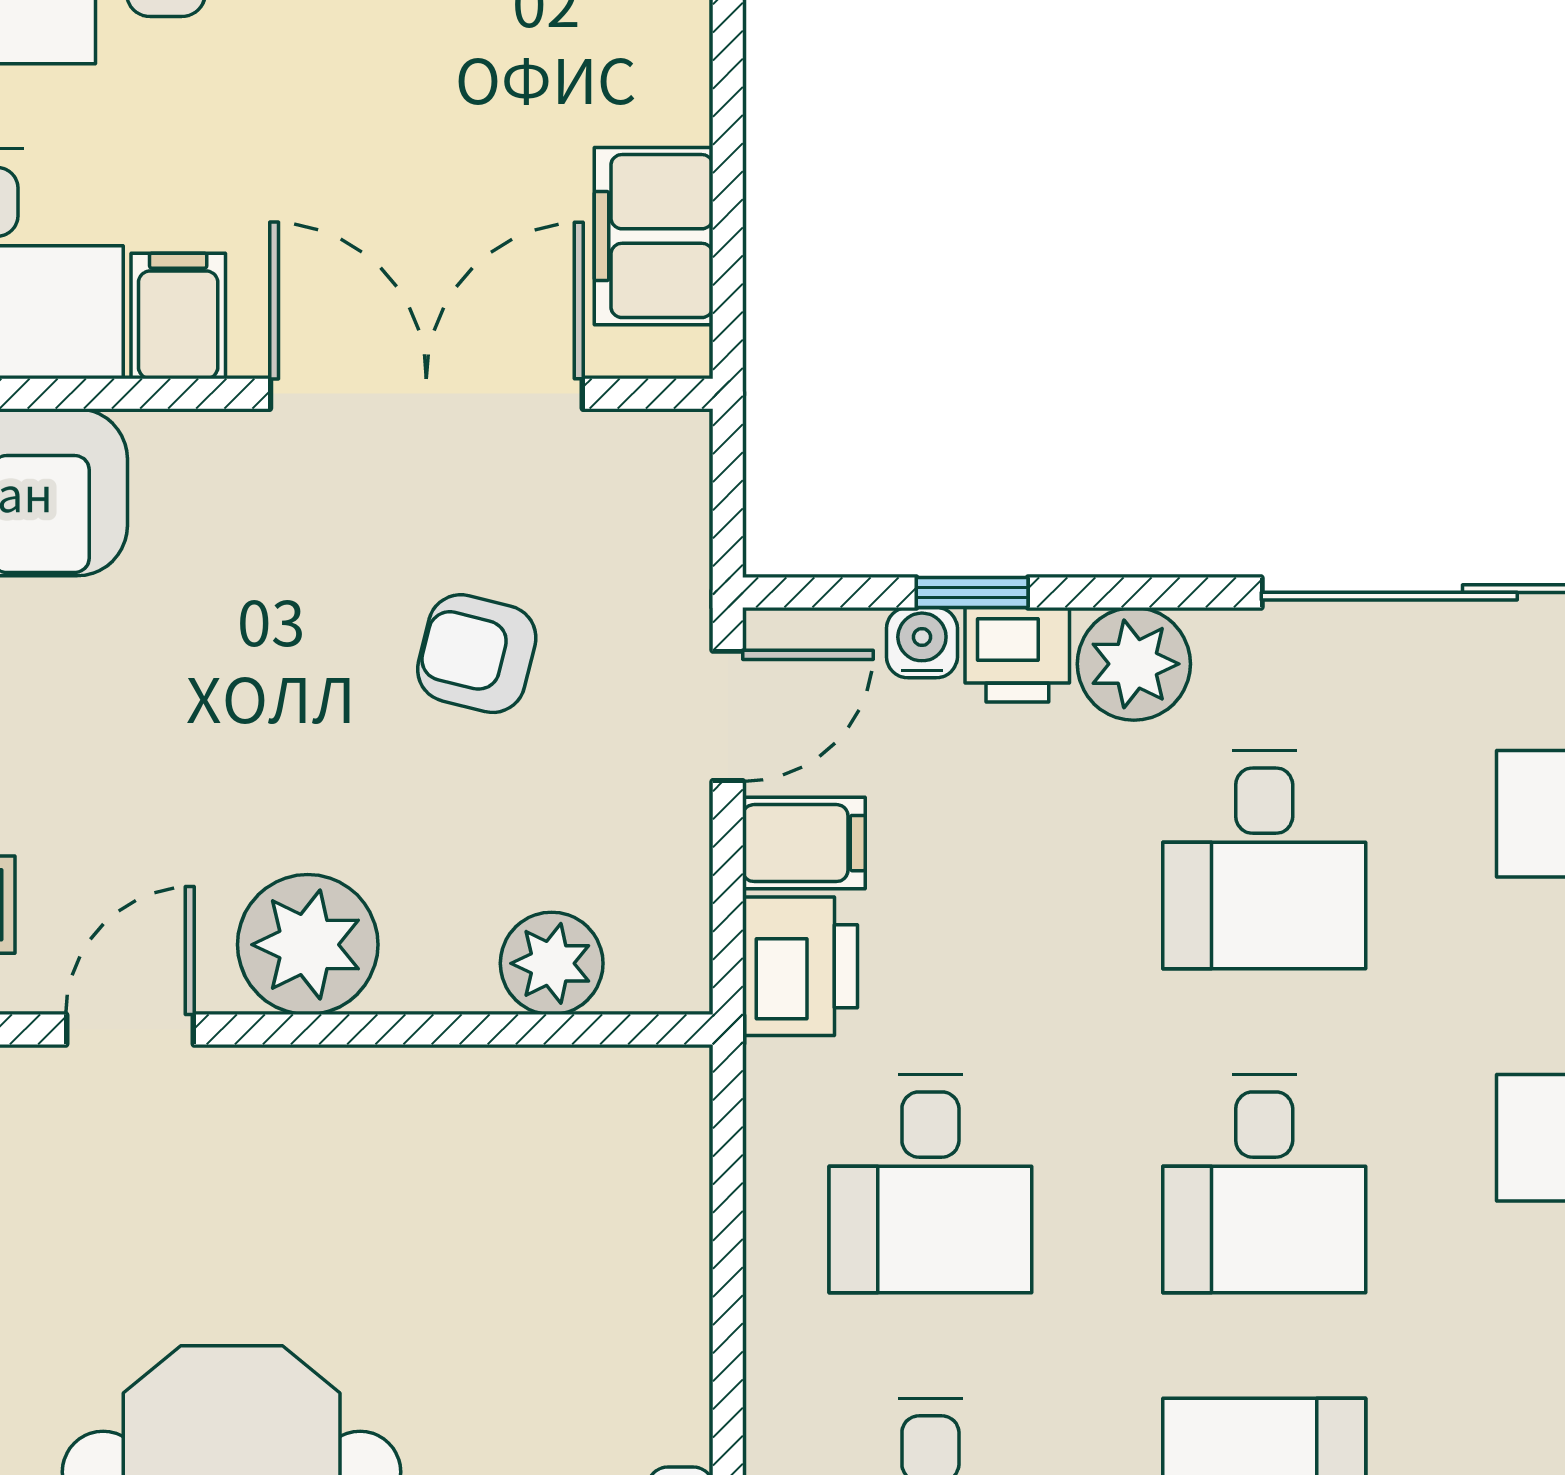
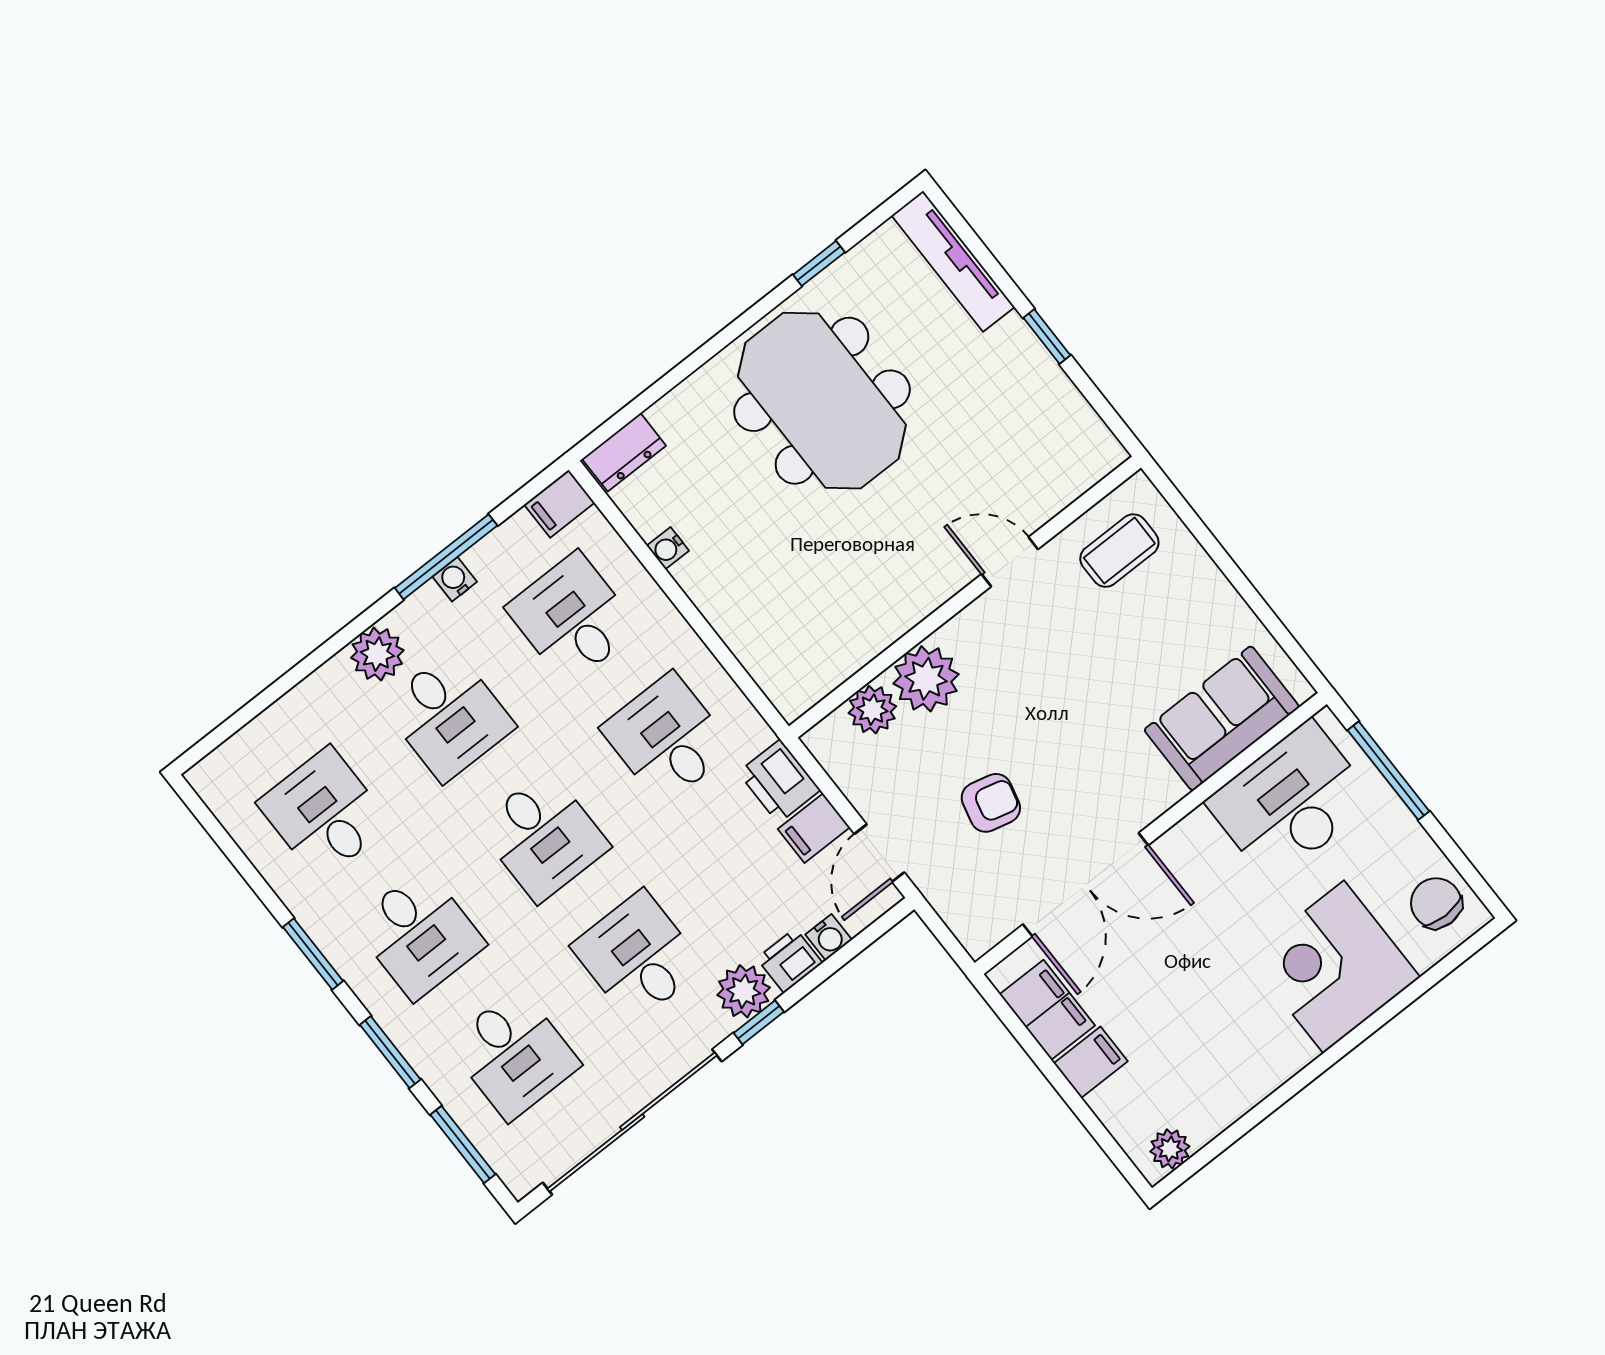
filing cabinet: (178, 316) -> (1091, 1062), moved, turned -90
window: (972, 592) -> (759, 1022), moved
plant: (308, 945) -> (926, 679), moved
door: (130, 1030) -> (1010, 562), swing flipped
desk: (1264, 1184) -> (543, 836), turned 180

